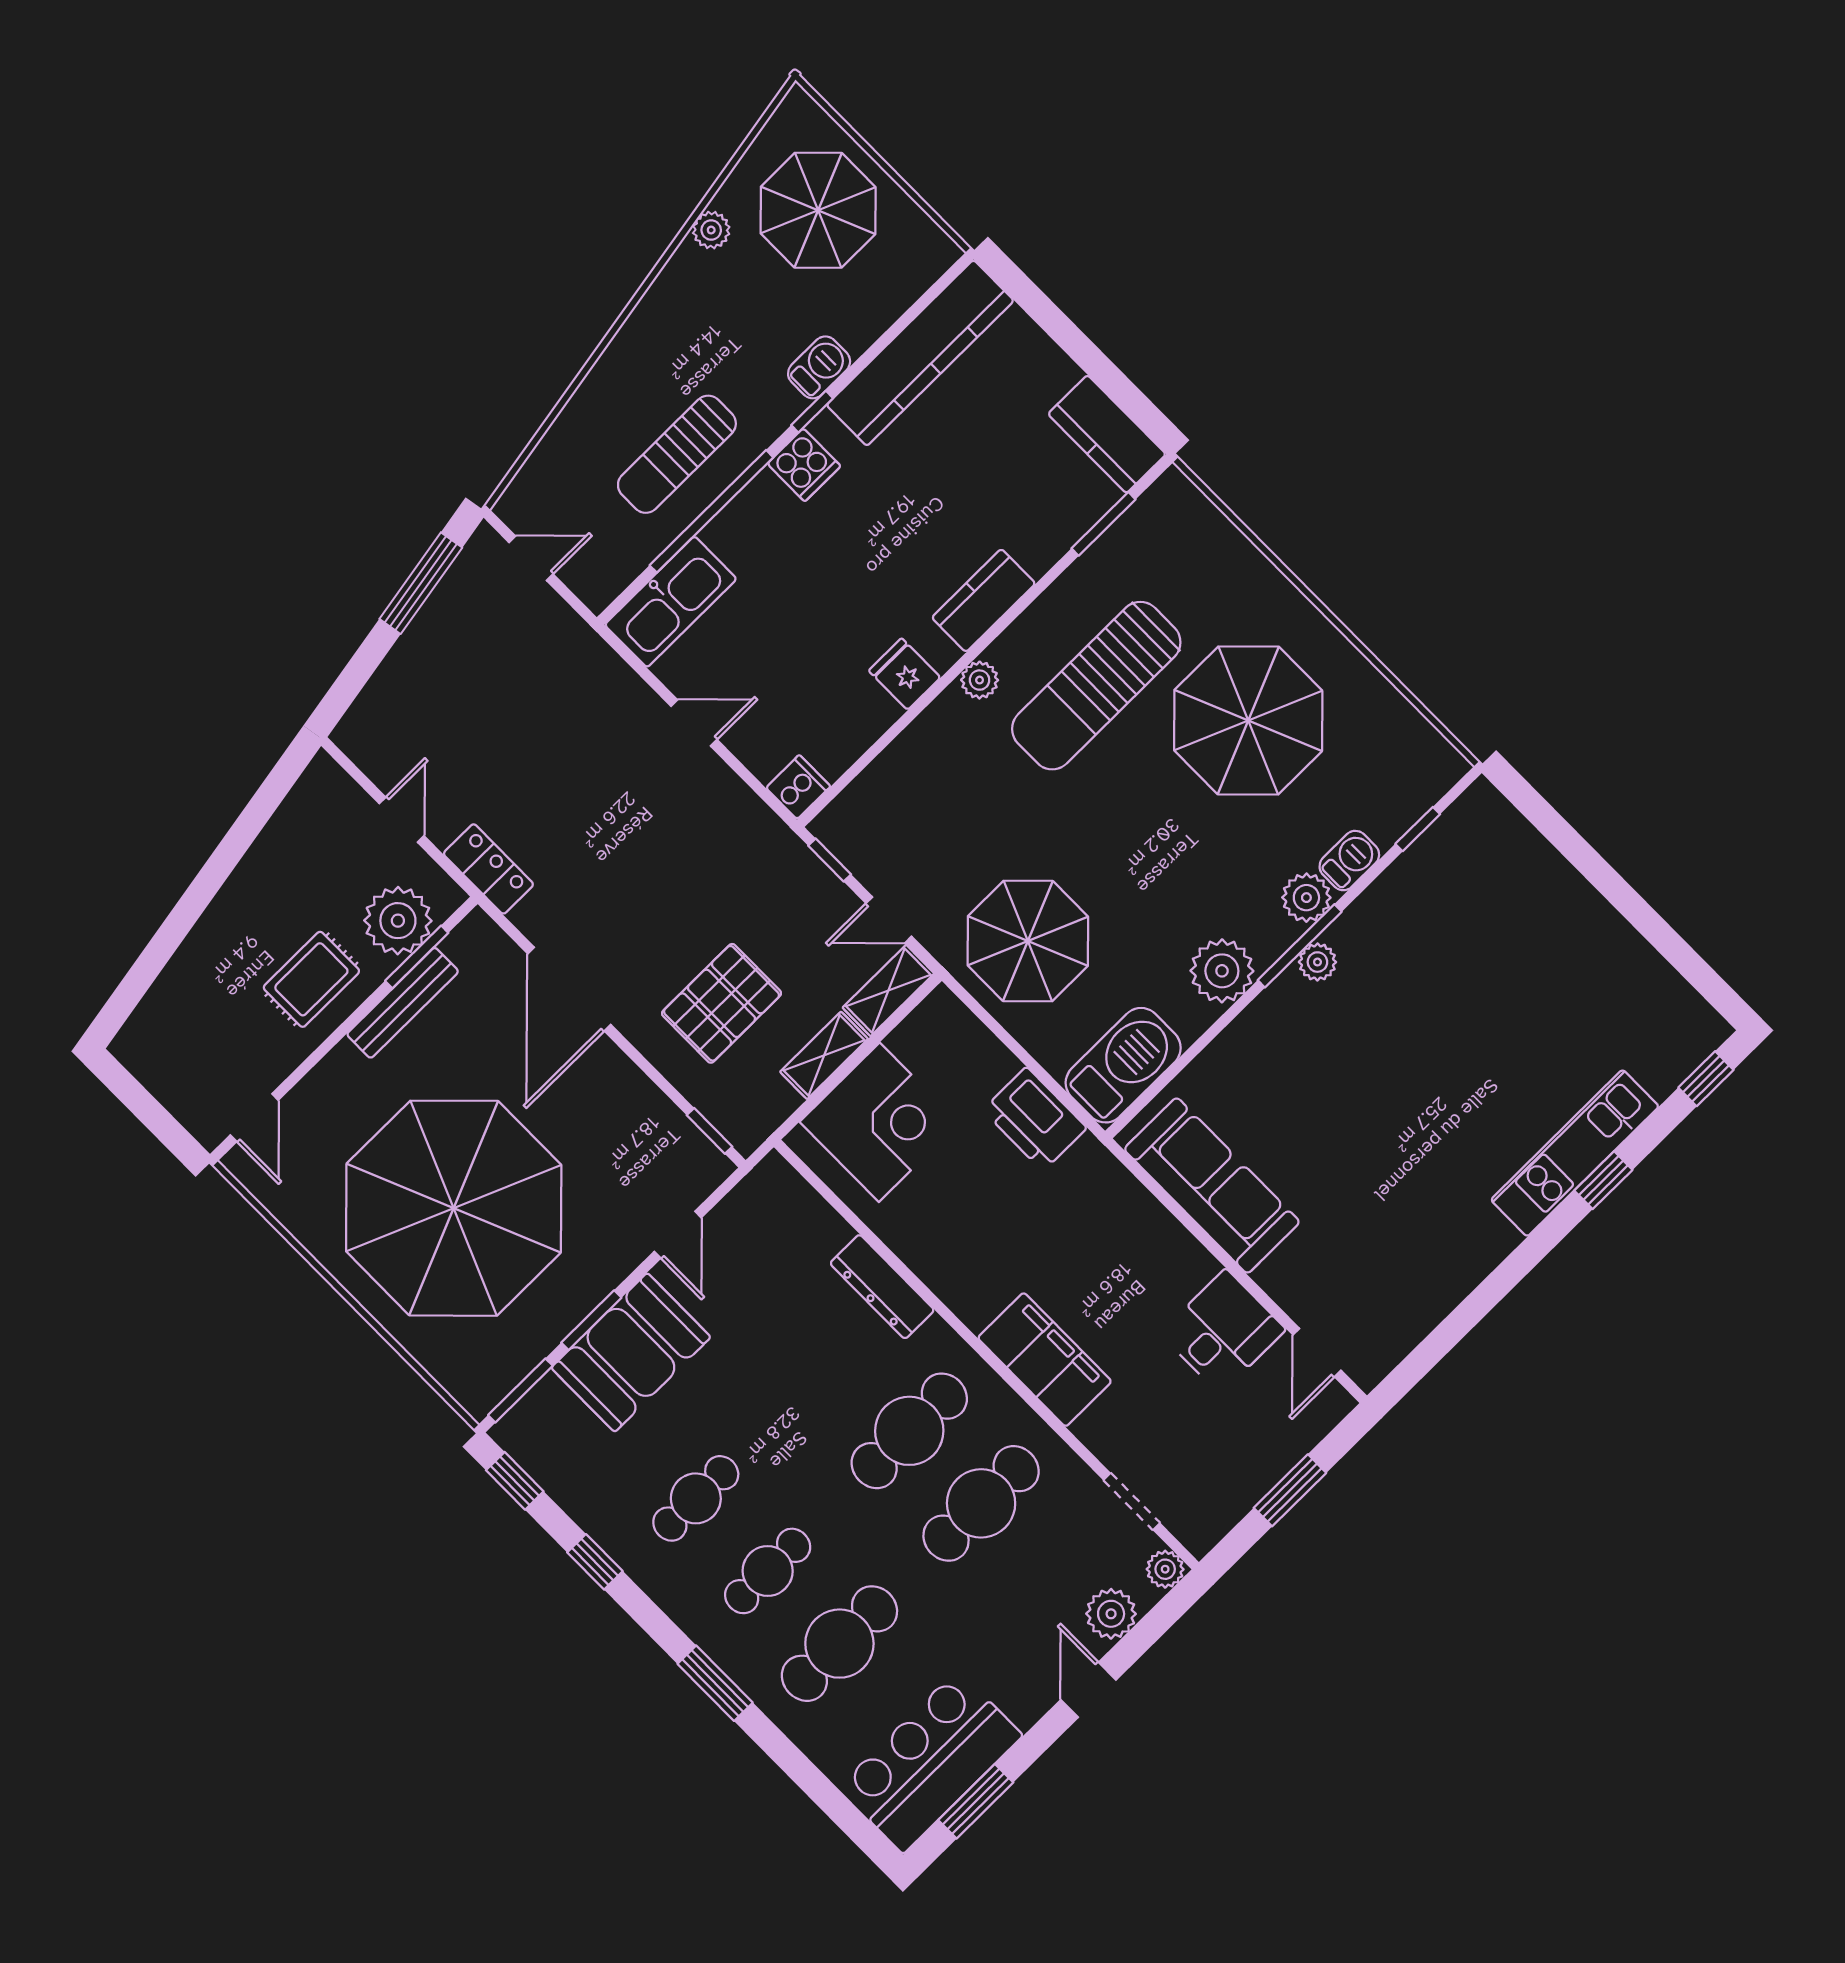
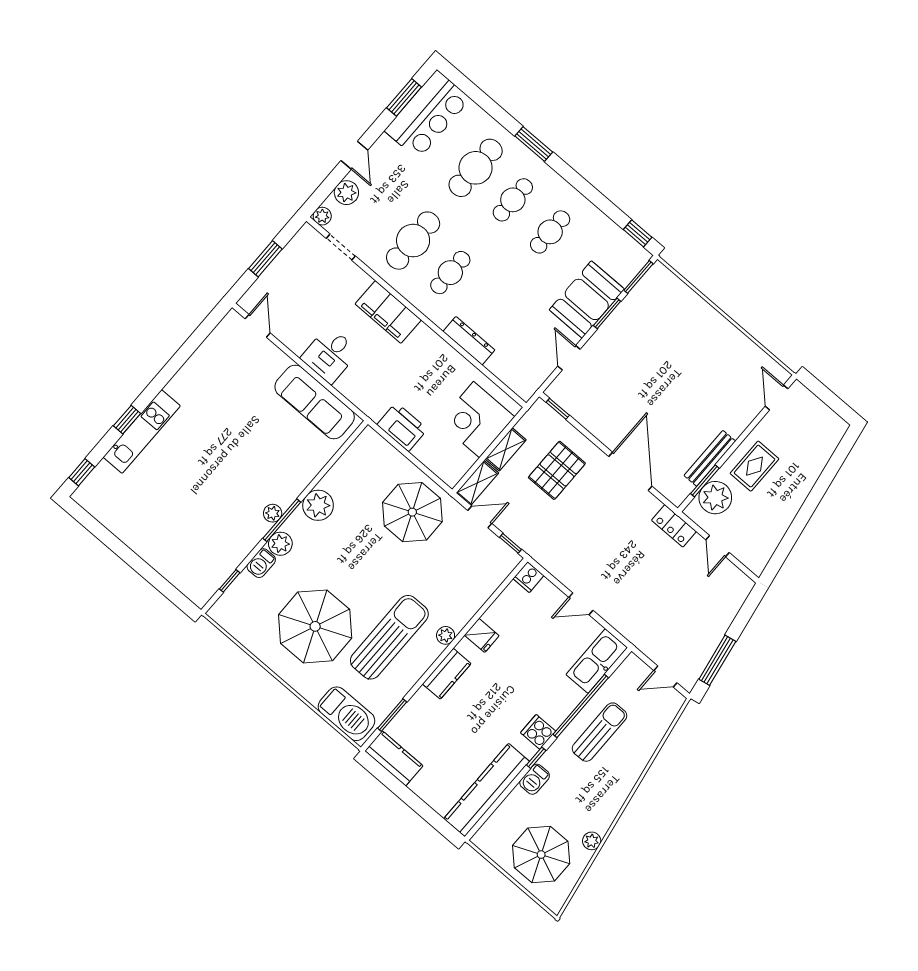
barbecue: (1123, 1065) -> (347, 714), moved, turned -90
parasol: (454, 1208) -> (677, 362), removed
desk: (1223, 1331) -> (330, 355), moved
cafe table: (909, 1431) -> (450, 273), width x0.73, depth x0.74
window: (595, 1562) -> (596, 198), removed

